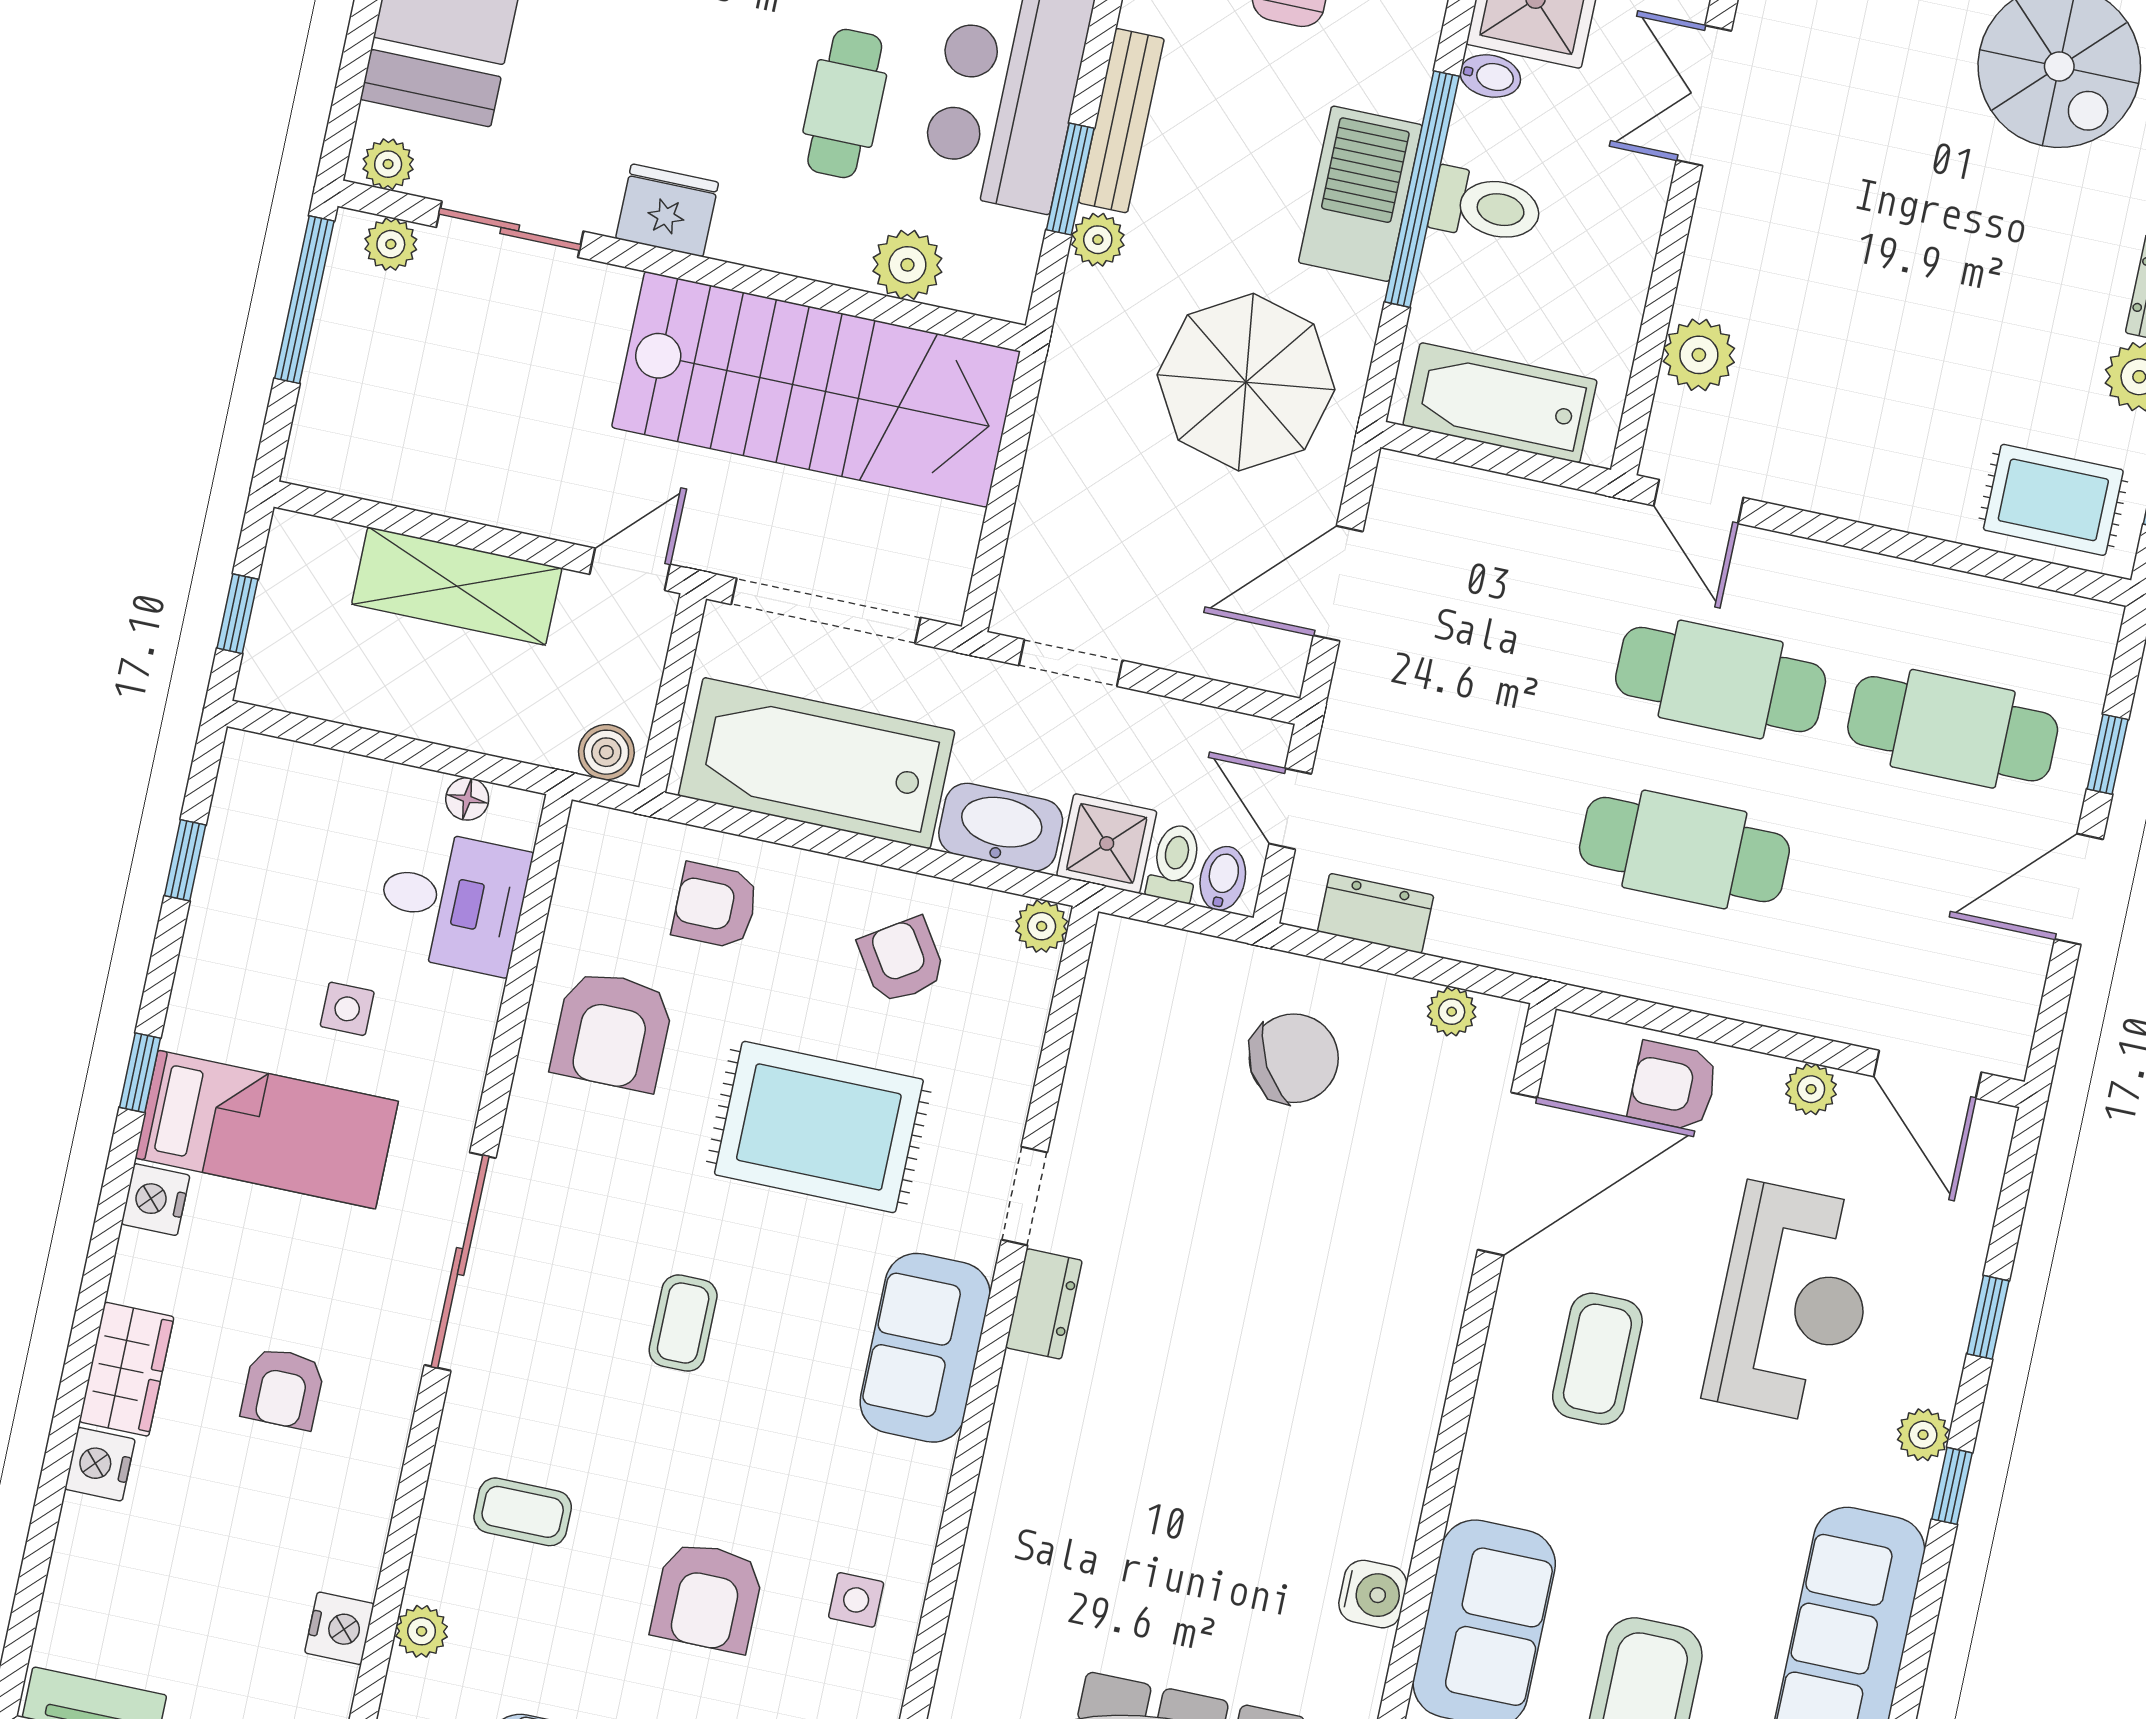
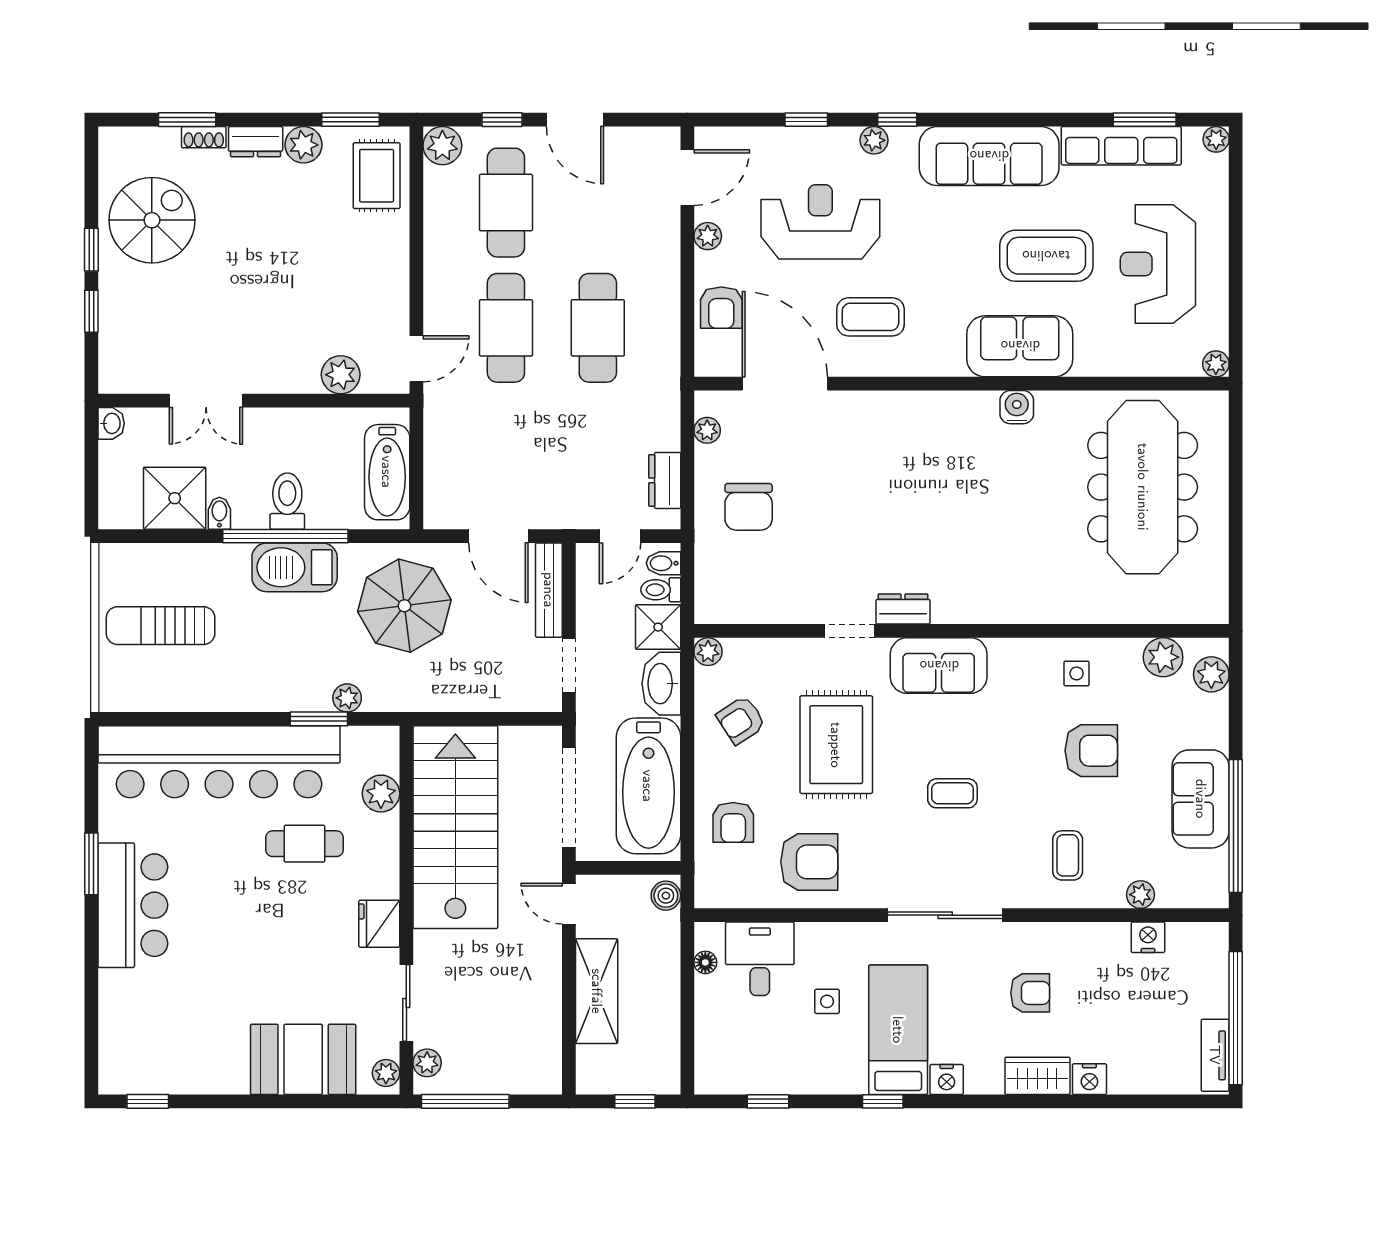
bench: (1121, 121) -> (549, 590), moved, turned 90
plant: (2083, 634) -> (442, 146), added
chair: (1294, 1058) -> (749, 507), turned -150

